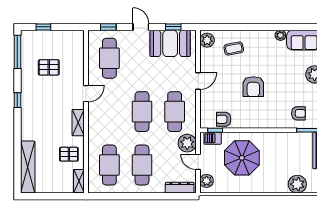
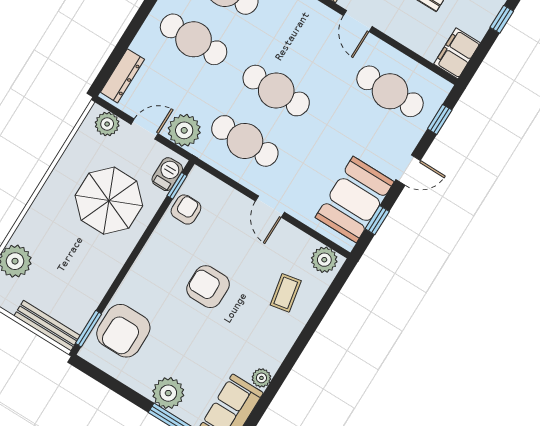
filing cabinet: (72, 38) -> (457, 53), added
armchair: (298, 113) -> (123, 331), width x1.88, depth x1.88

